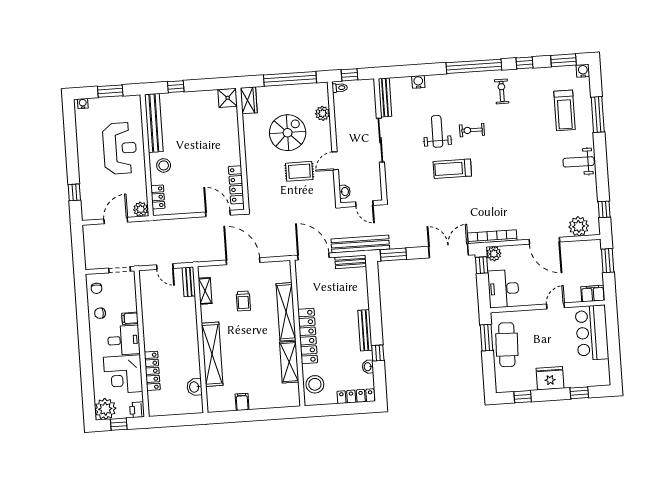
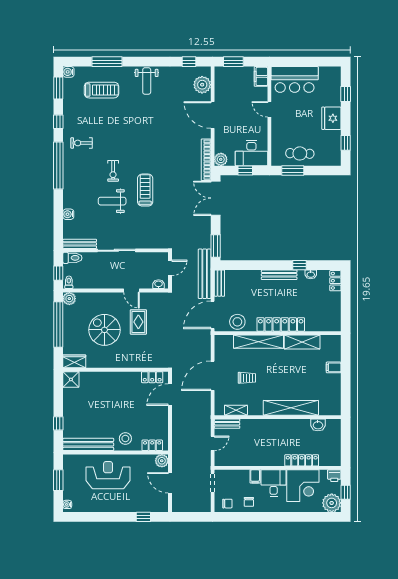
toilet: (368, 90) -> (72, 258), added
plant: (323, 113) -> (69, 299), moved
treadmill: (452, 169) -> (145, 190), turned 180
locker: (236, 185) -> (152, 377), width x0.66
door: (544, 241) -> (213, 115), swing flipped
window: (482, 265) -> (245, 170), moved
cafe table: (507, 345) -> (300, 153), width x0.73, depth x0.74
stool: (315, 384) -> (237, 322), moved
locker: (356, 396) -> (335, 281), width x0.66
filing cabinet: (242, 402) -> (334, 367), moved

